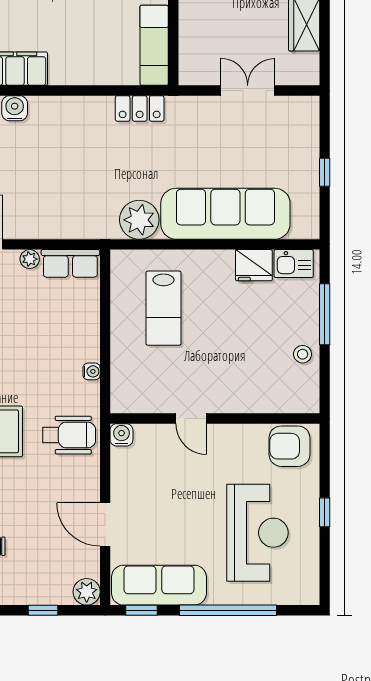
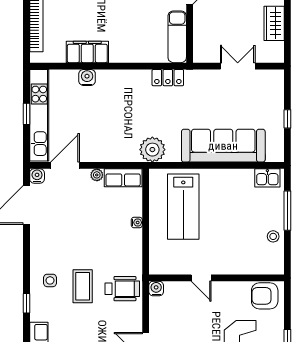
plant: (139, 220) -> (152, 150), moved
fridge: (254, 265) -> (242, 179), removed
lab bench: (164, 308) -> (183, 207), width x1.36, depth x1.39
water cooler: (92, 371) -> (137, 222), moved

